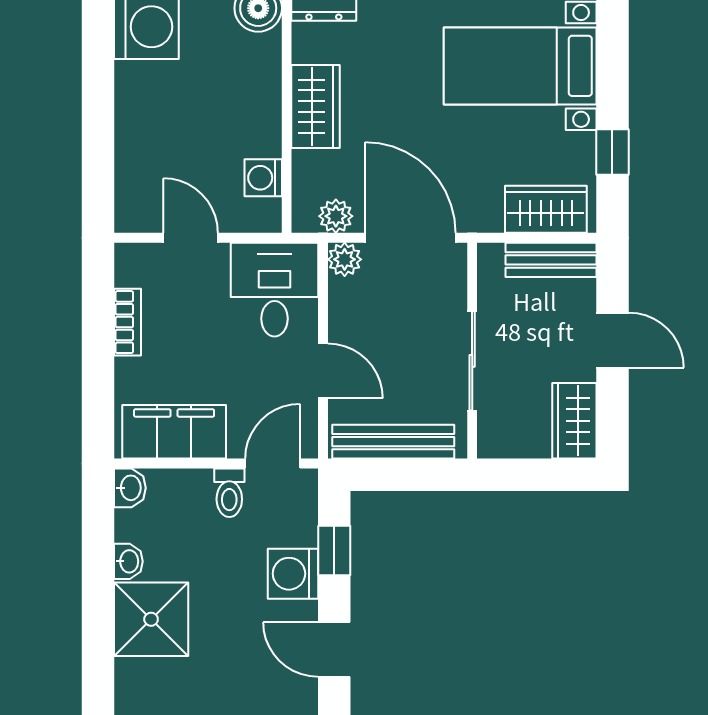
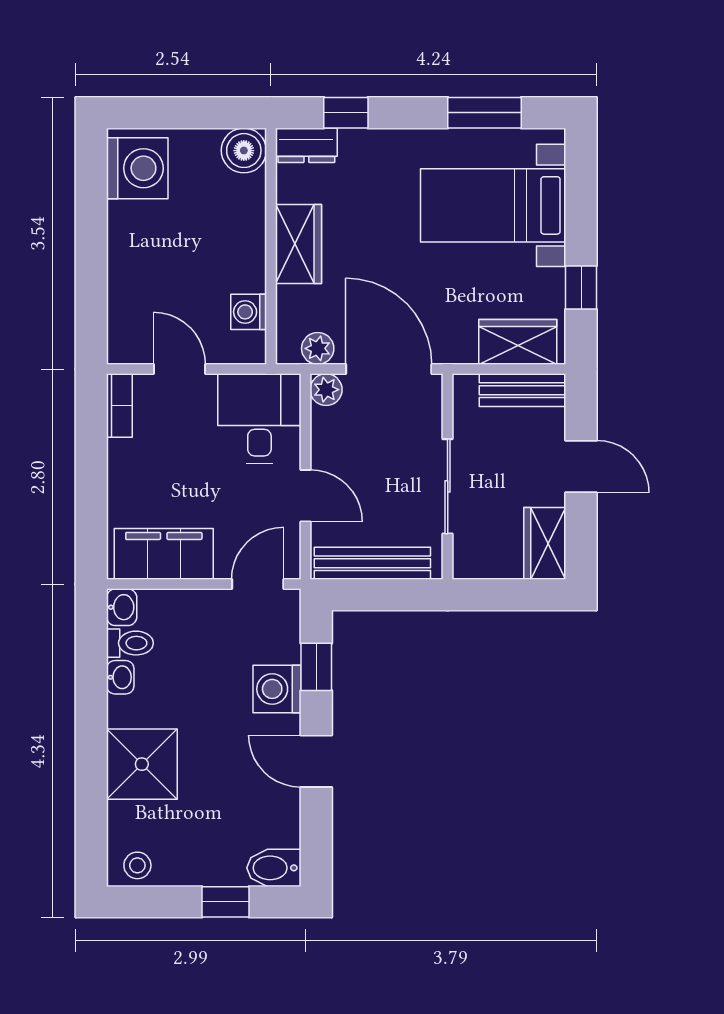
bookcase: (127, 322) -> (119, 406), moved
toilet: (229, 493) -> (130, 643), moved, turned -90
shower: (151, 619) -> (142, 764), moved

